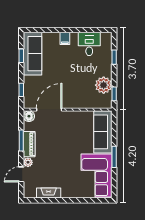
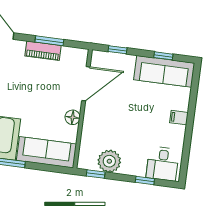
desk: (89, 44) -> (163, 164), moved, turned 90
door: (49, 110) -> (86, 84), hinge flipped
floor lamp: (29, 116) -> (73, 117), moved
plant: (28, 162) -> (19, 46), removed

